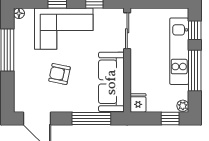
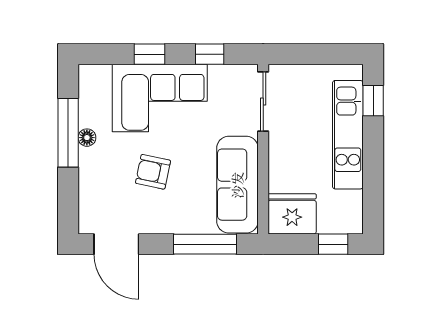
floor lamp: (19, 13) -> (87, 138), moved
window: (195, 70) -> (373, 166), removed
fridge: (138, 103) -> (292, 214), width x1.88, depth x1.34
plant: (183, 106) -> (354, 224), removed

